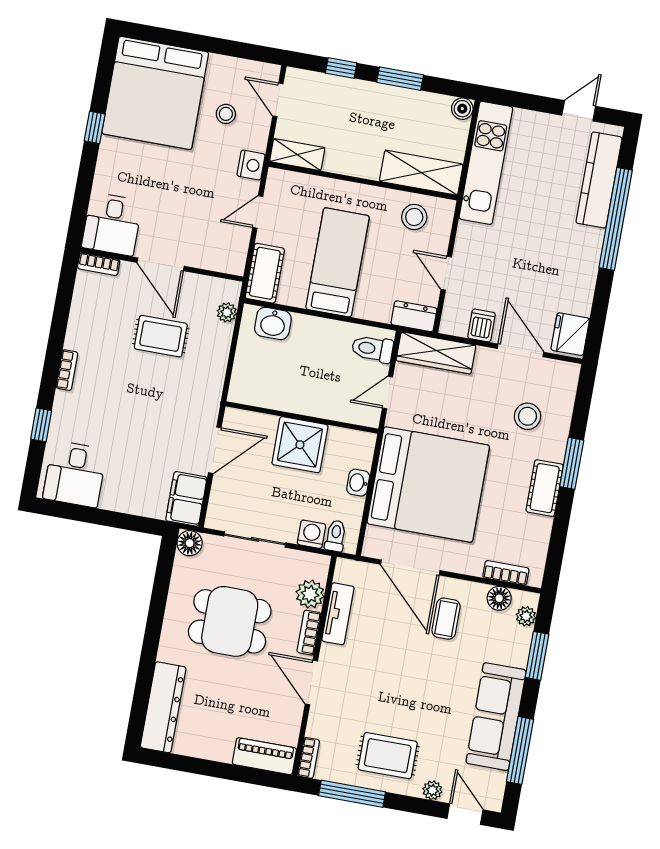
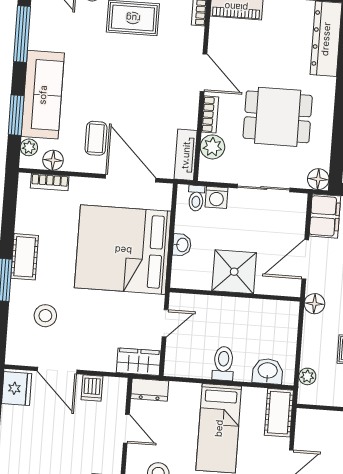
toilet: (372, 349) -> (223, 363), moved, turned -90
wardrobe: (436, 353) -> (139, 362), width x0.67
floor lamp: (209, 397) -> (314, 304), added
tv unit: (338, 614) -> (186, 155), moved
sofa: (496, 717) -> (43, 95), moved

